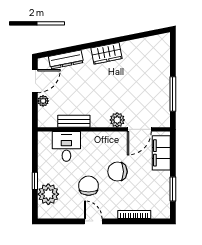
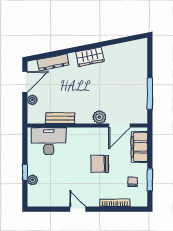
desk: (66, 146) -> (49, 141), width x1.37
chair: (89, 186) -> (133, 182), moved, width x0.54, depth x0.54
plant: (48, 194) -> (33, 180), width x0.53, depth x0.53

